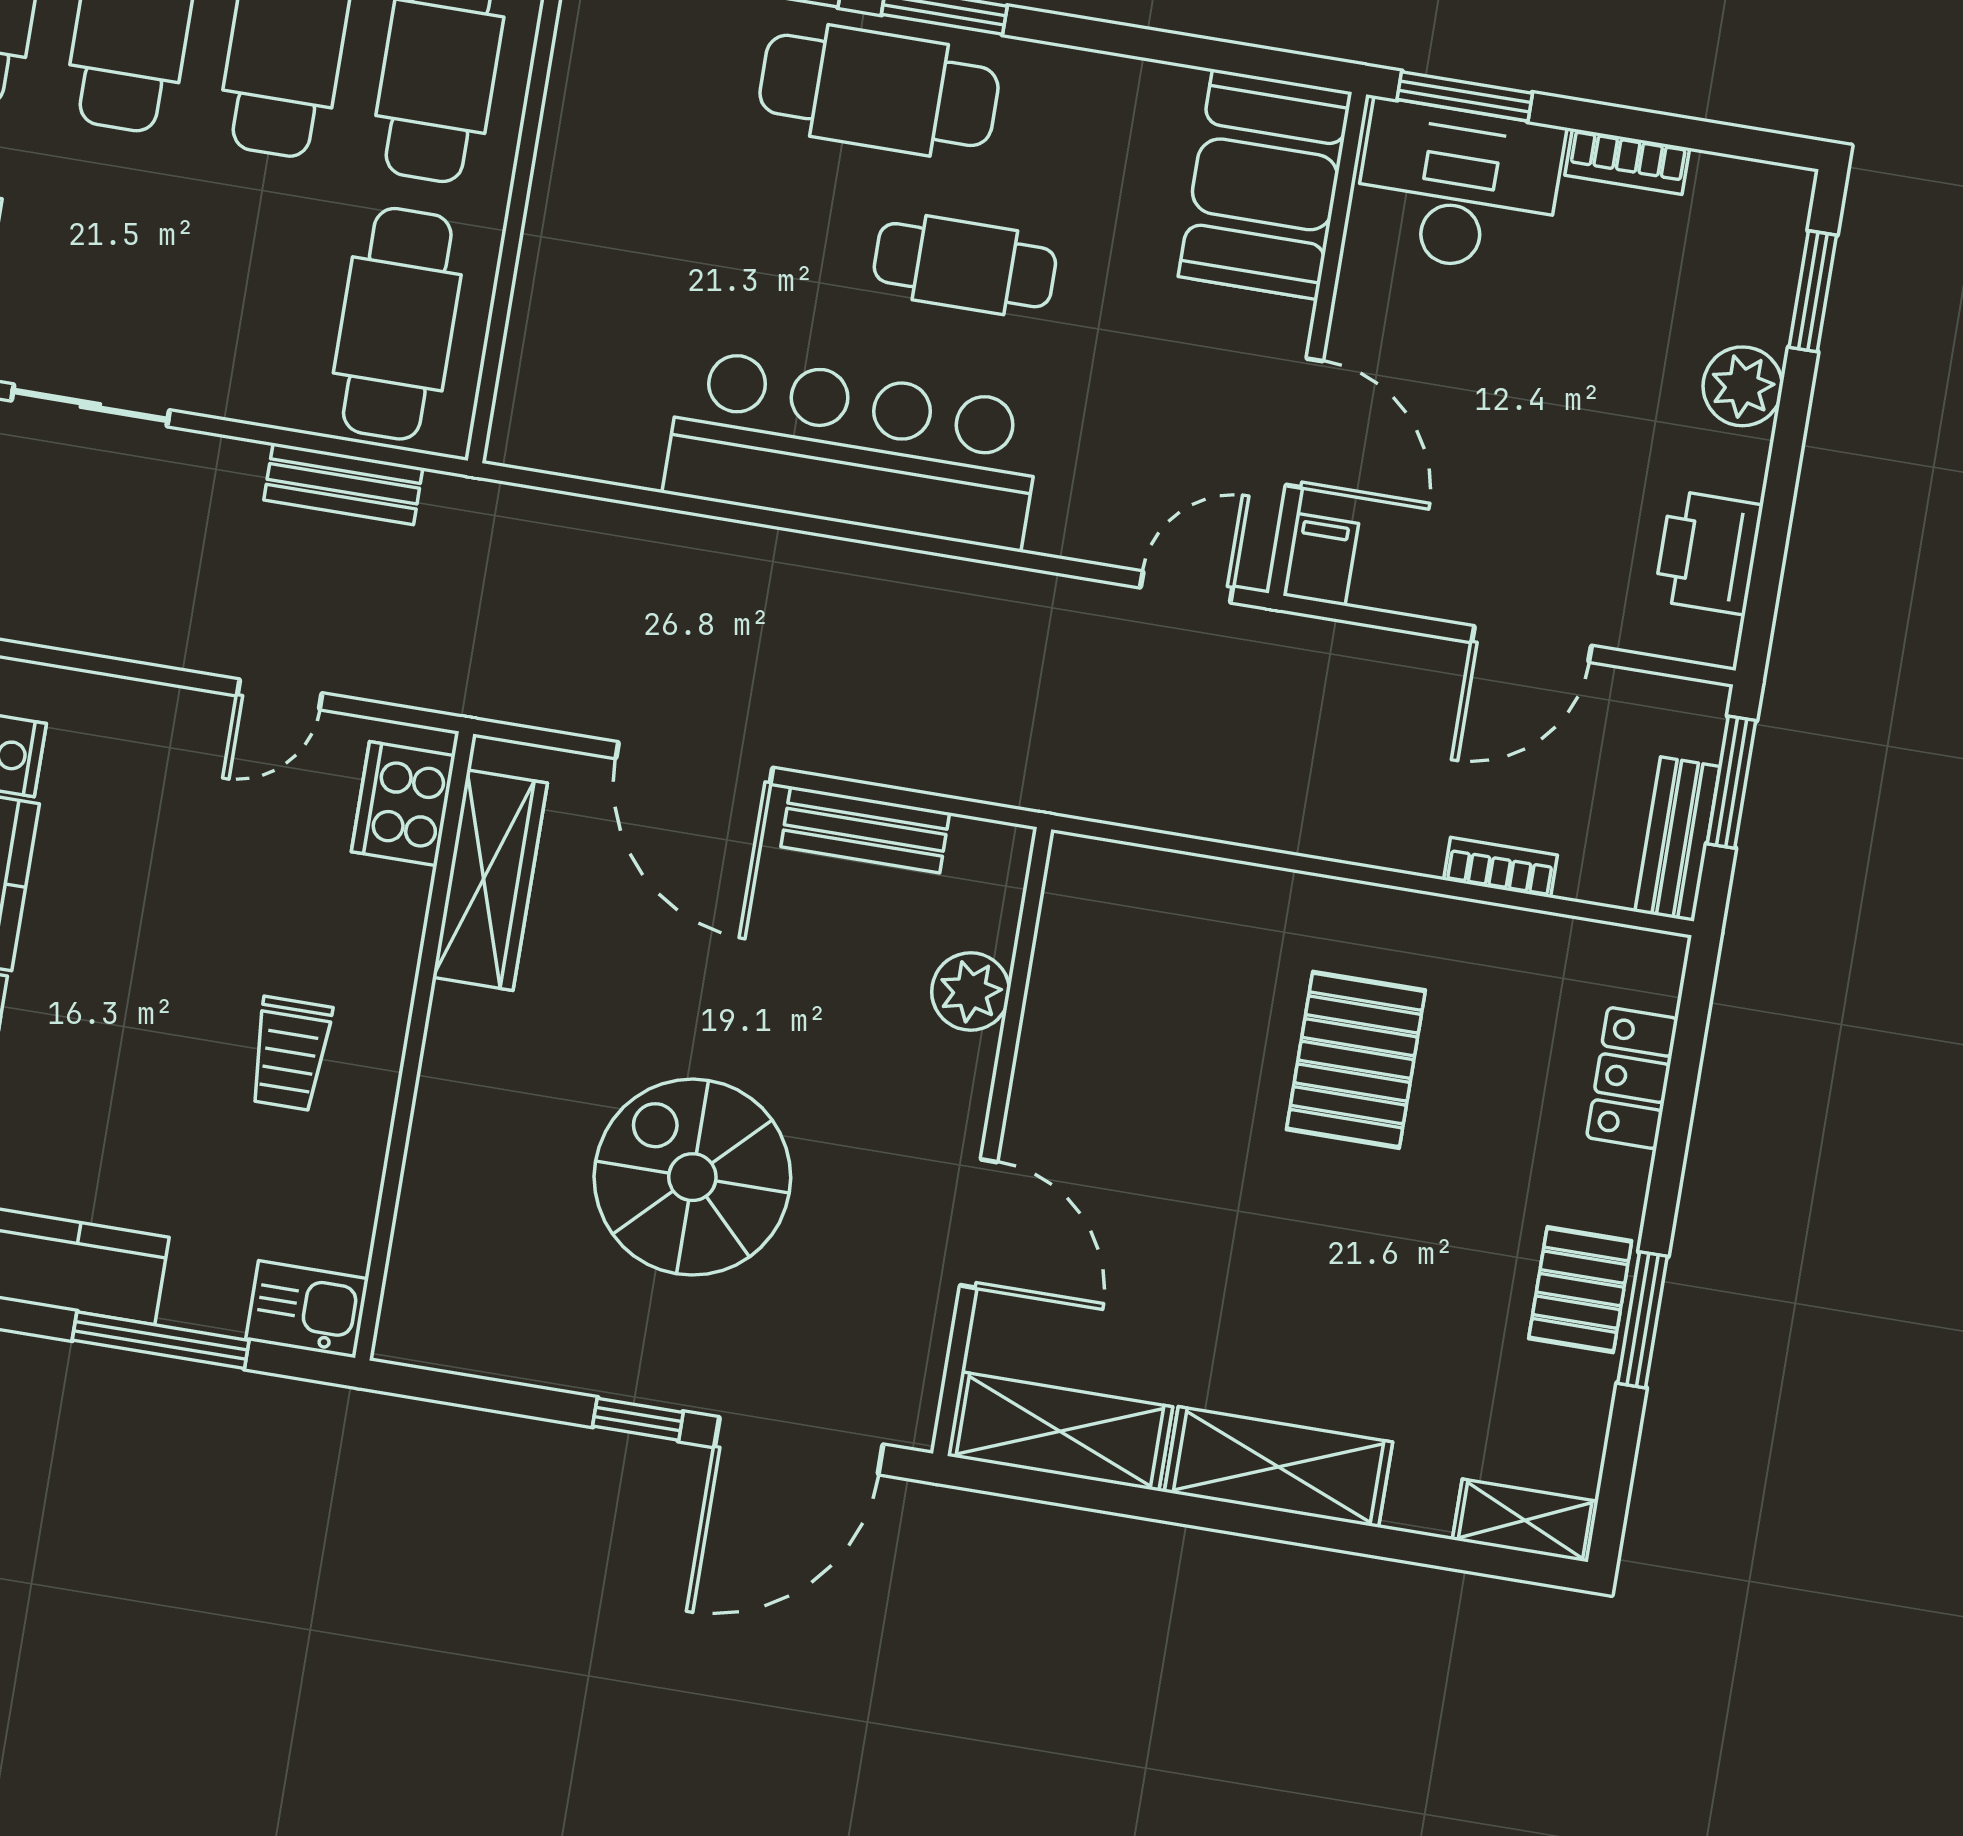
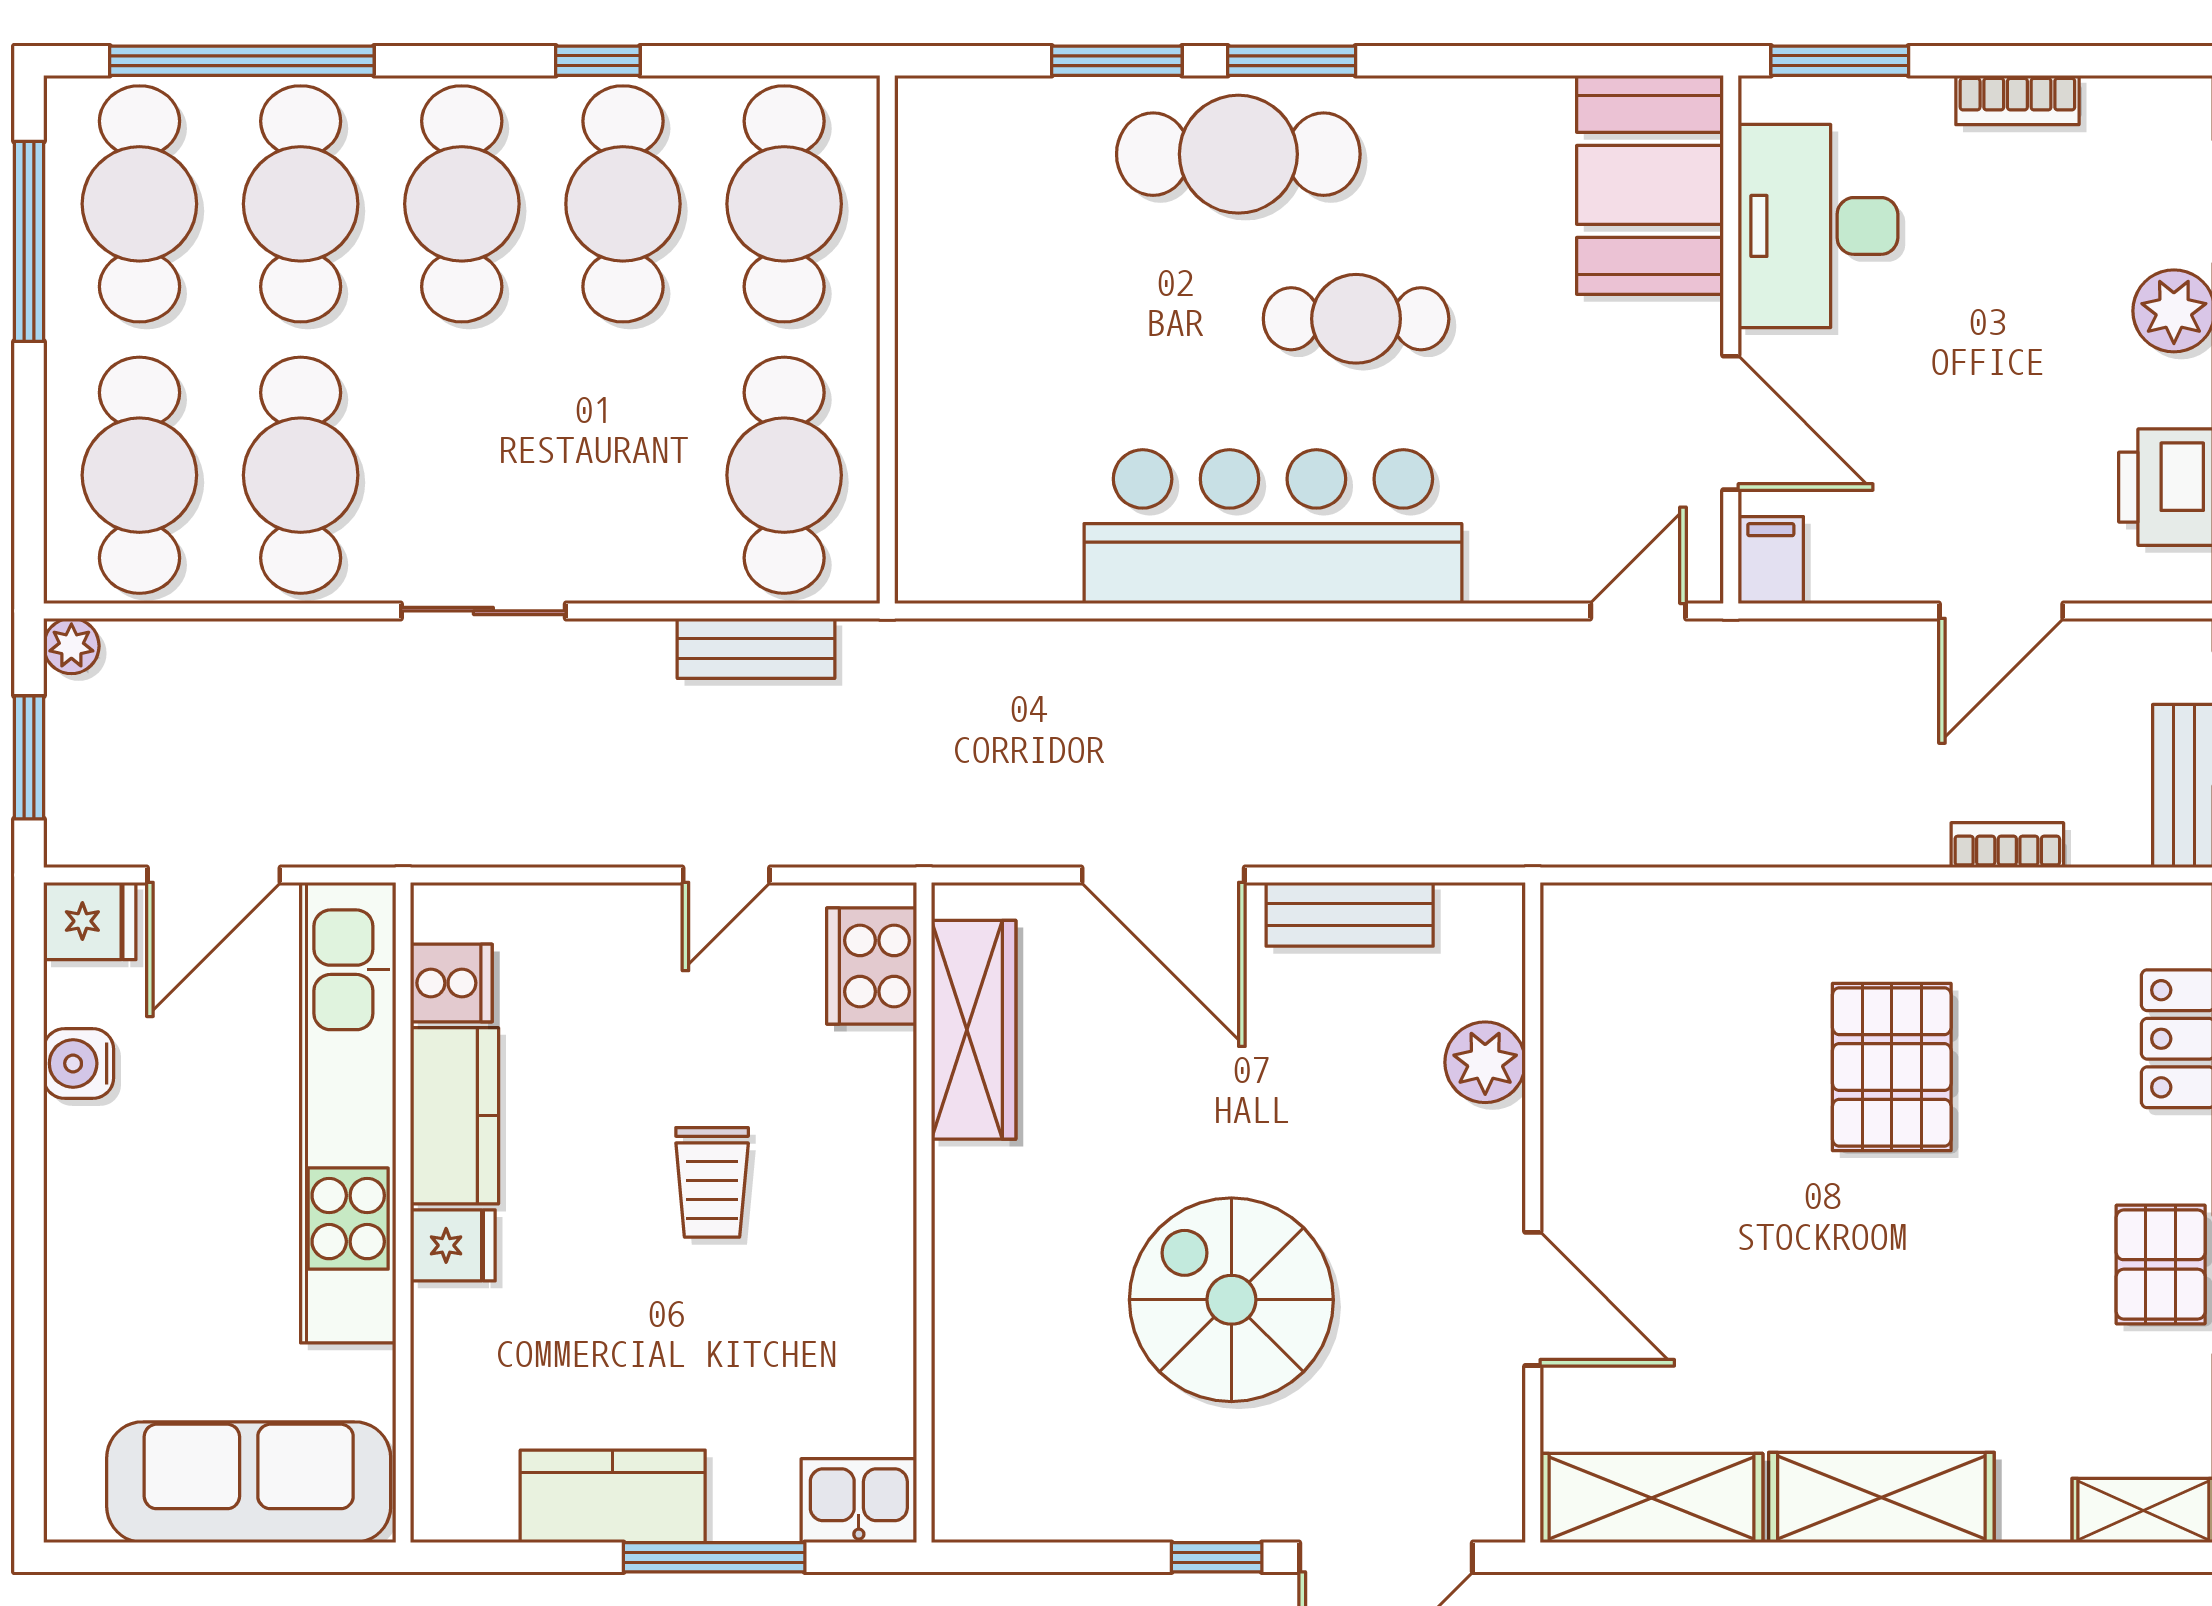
desk: (1458, 187) -> (1818, 226), moved, turned -90
trolley: (290, 1054) -> (712, 1182), moved

